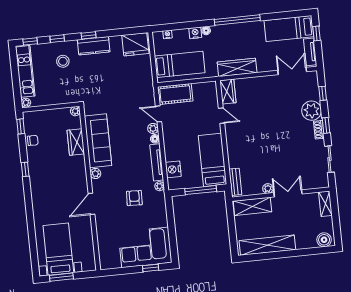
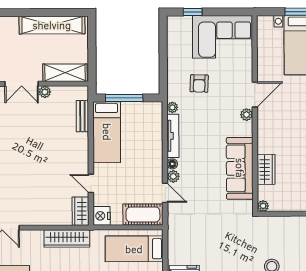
nightstand: (173, 169) -> (102, 216), moved, turned 180
plant: (95, 174) -> (247, 115), moved
bench: (235, 182) -> (82, 116), moved
armchair: (134, 198) -> (199, 83), moved
corner sofa: (145, 247) -> (223, 37), moved

